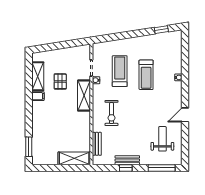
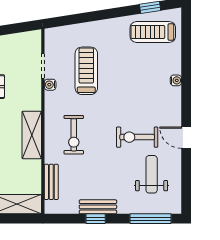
treadmill: (146, 75) -> (153, 32), moved, turned 90
shelving: (84, 96) -> (32, 135), moved
exercise bike: (153, 115) -> (137, 137), added
door: (185, 115) -> (186, 138), hinge flipped

